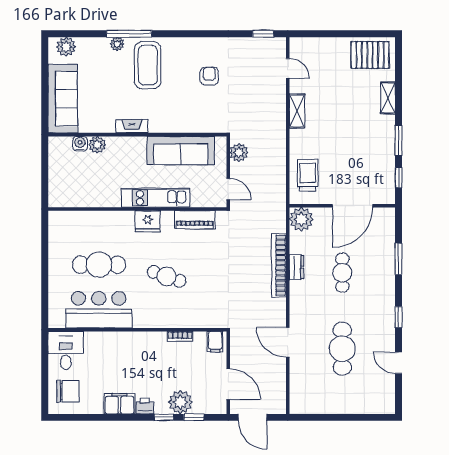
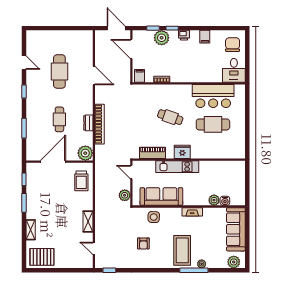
side table: (193, 118) -> (154, 217), added
chair: (68, 391) -> (233, 45), turned 90
filing cabinet: (119, 404) -> (205, 37), width x0.50

